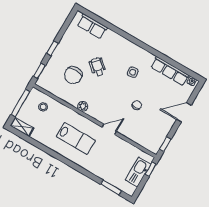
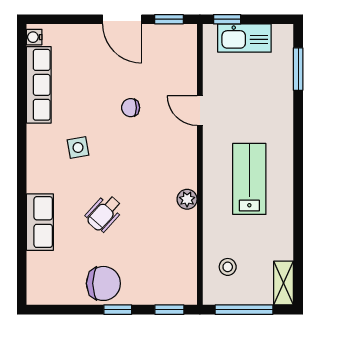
row of seats: (92, 26) -> (40, 222), moved
chair: (73, 75) -> (103, 283), moved
door: (184, 112) -> (122, 19), moved
door: (109, 129) -> (200, 111), moved

